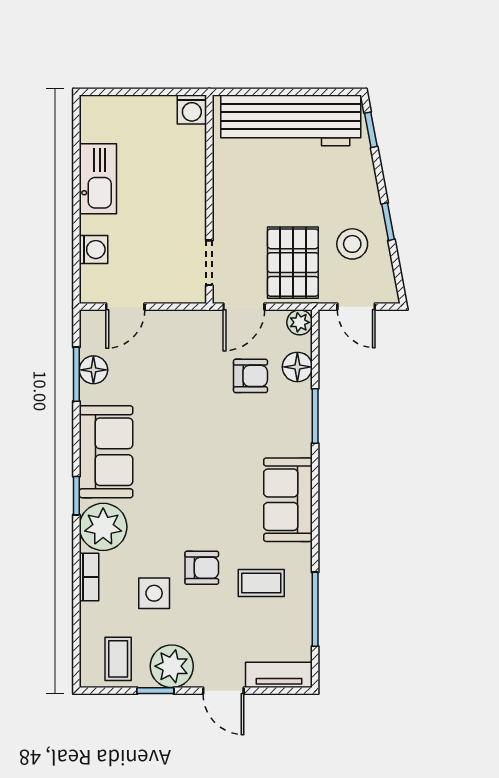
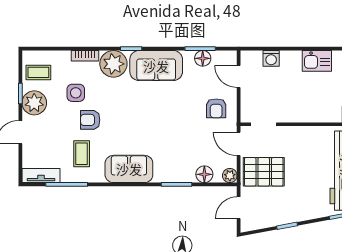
kitchen sink: (98, 179) -> (317, 61), width x0.73
stool: (352, 244) -> (274, 205), removed
armchair: (250, 376) -> (216, 108), moved
armchair: (202, 568) -> (90, 120), turned 90
tv unit: (279, 675) -> (41, 176), moved, turned -90

